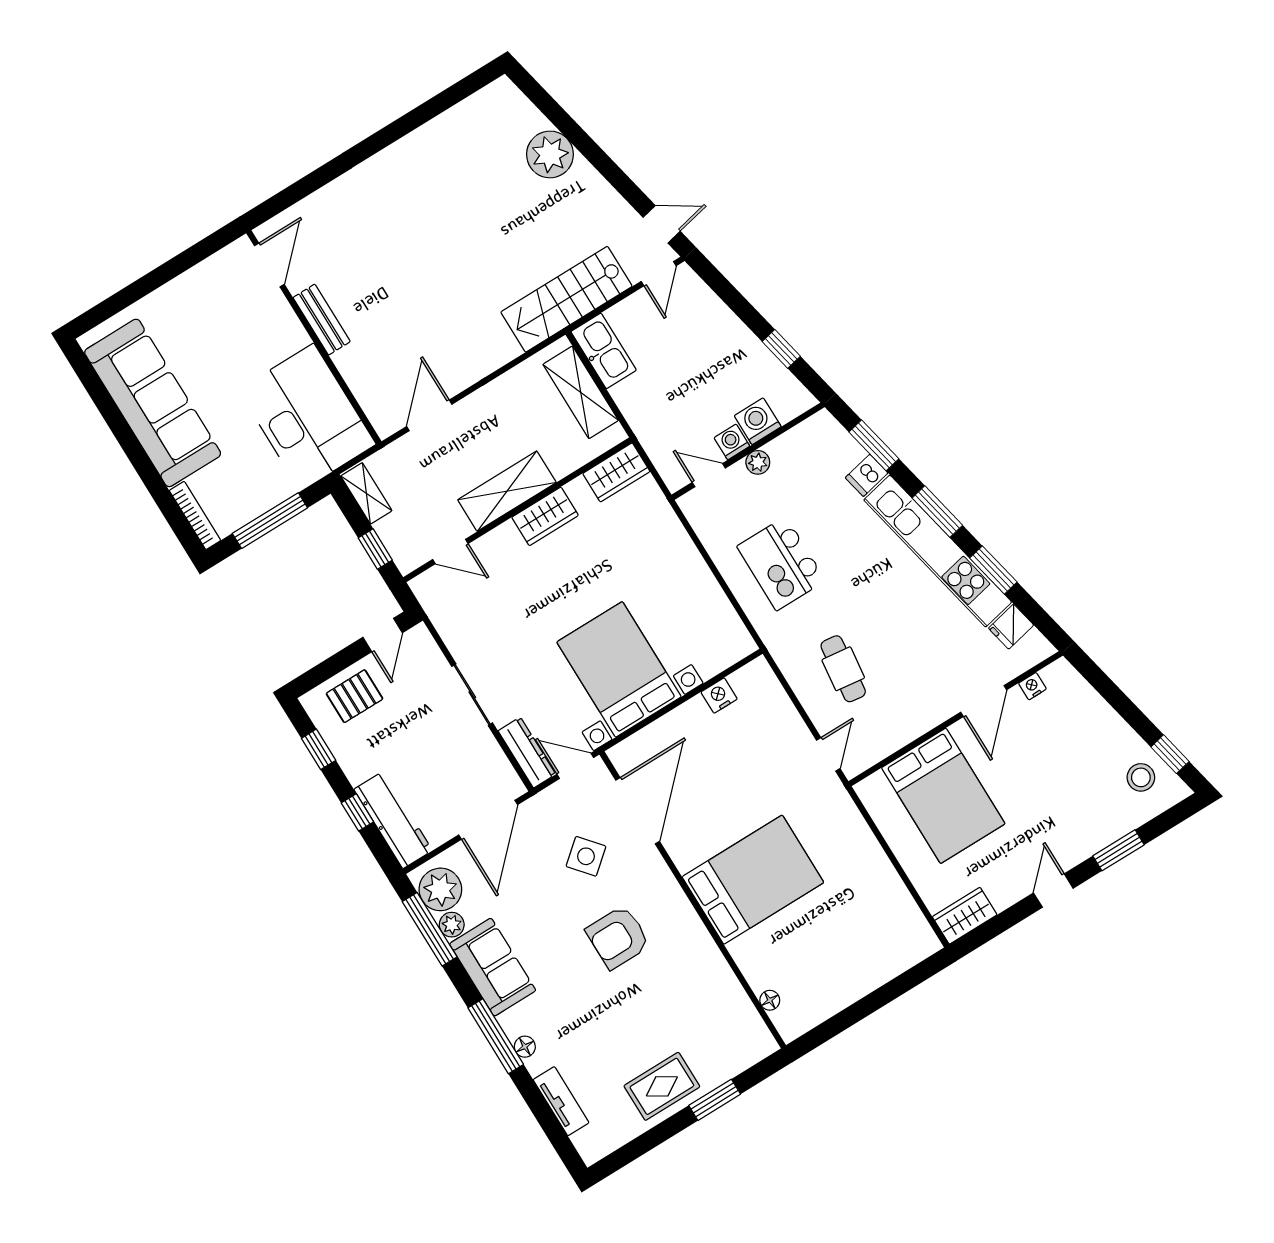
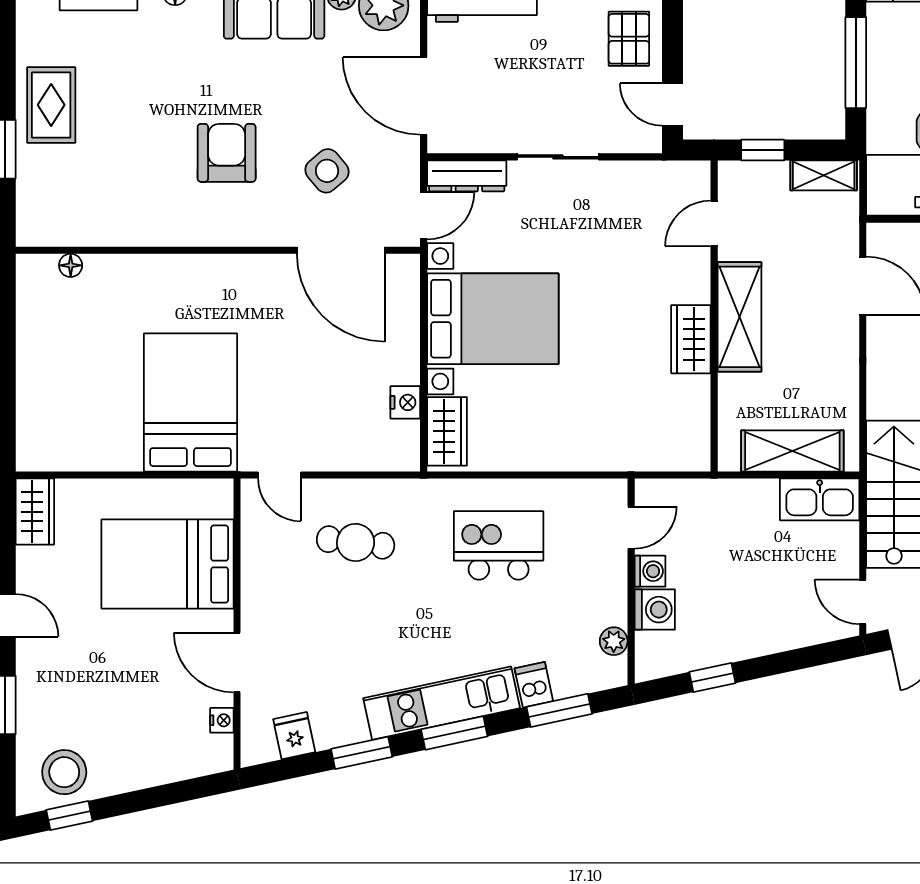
plant: (758, 462) -> (614, 641), moved
wardrobe: (616, 472) -> (447, 431), moved, turned 180
kitchen unit: (938, 551) -> (442, 703), width x0.73
stool: (1141, 777) -> (64, 772), width x1.38, depth x1.38
bed: (753, 880) -> (190, 402), moved, turned 180

